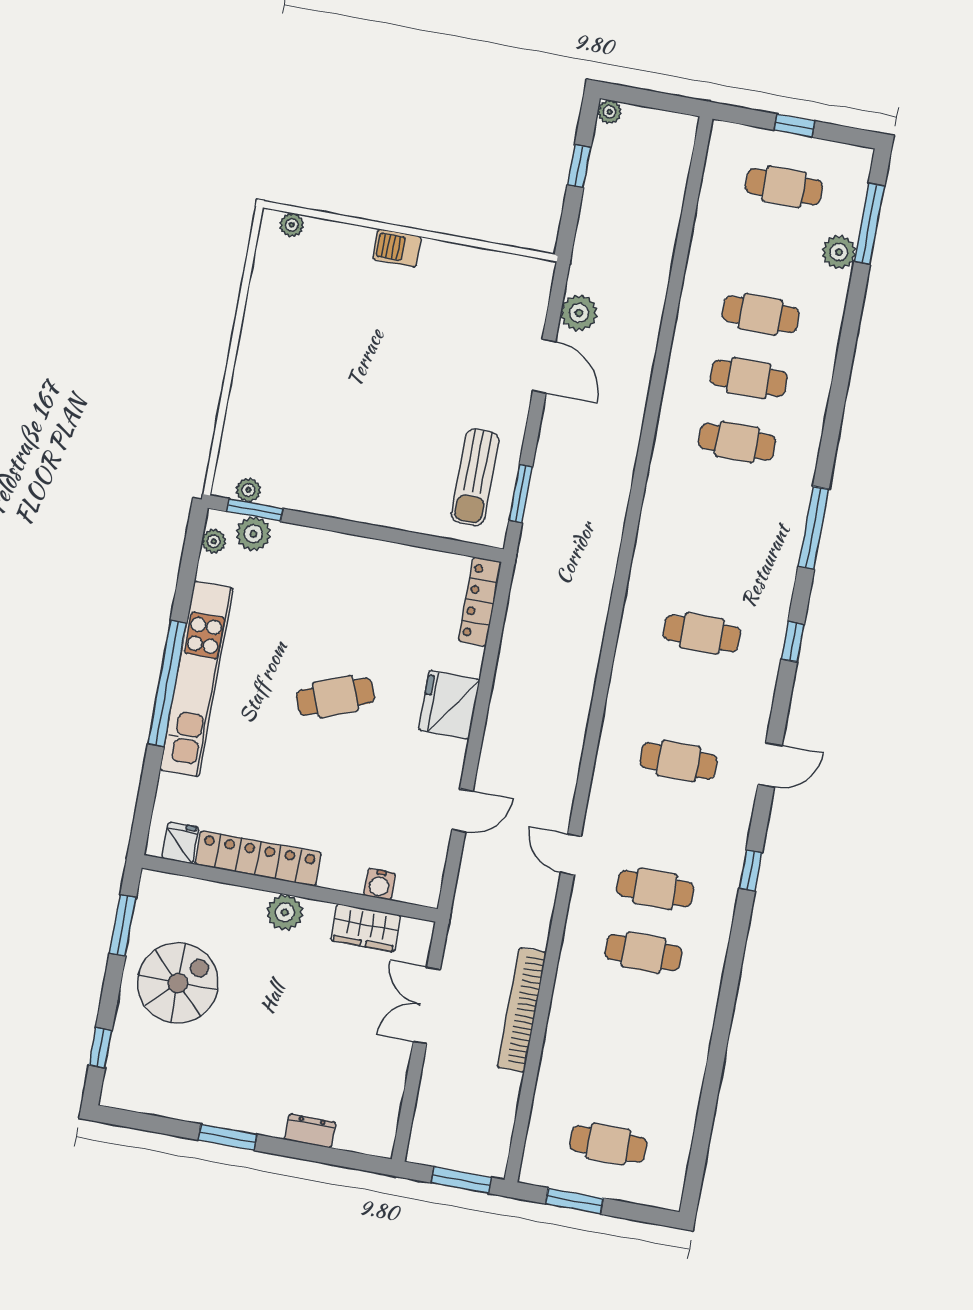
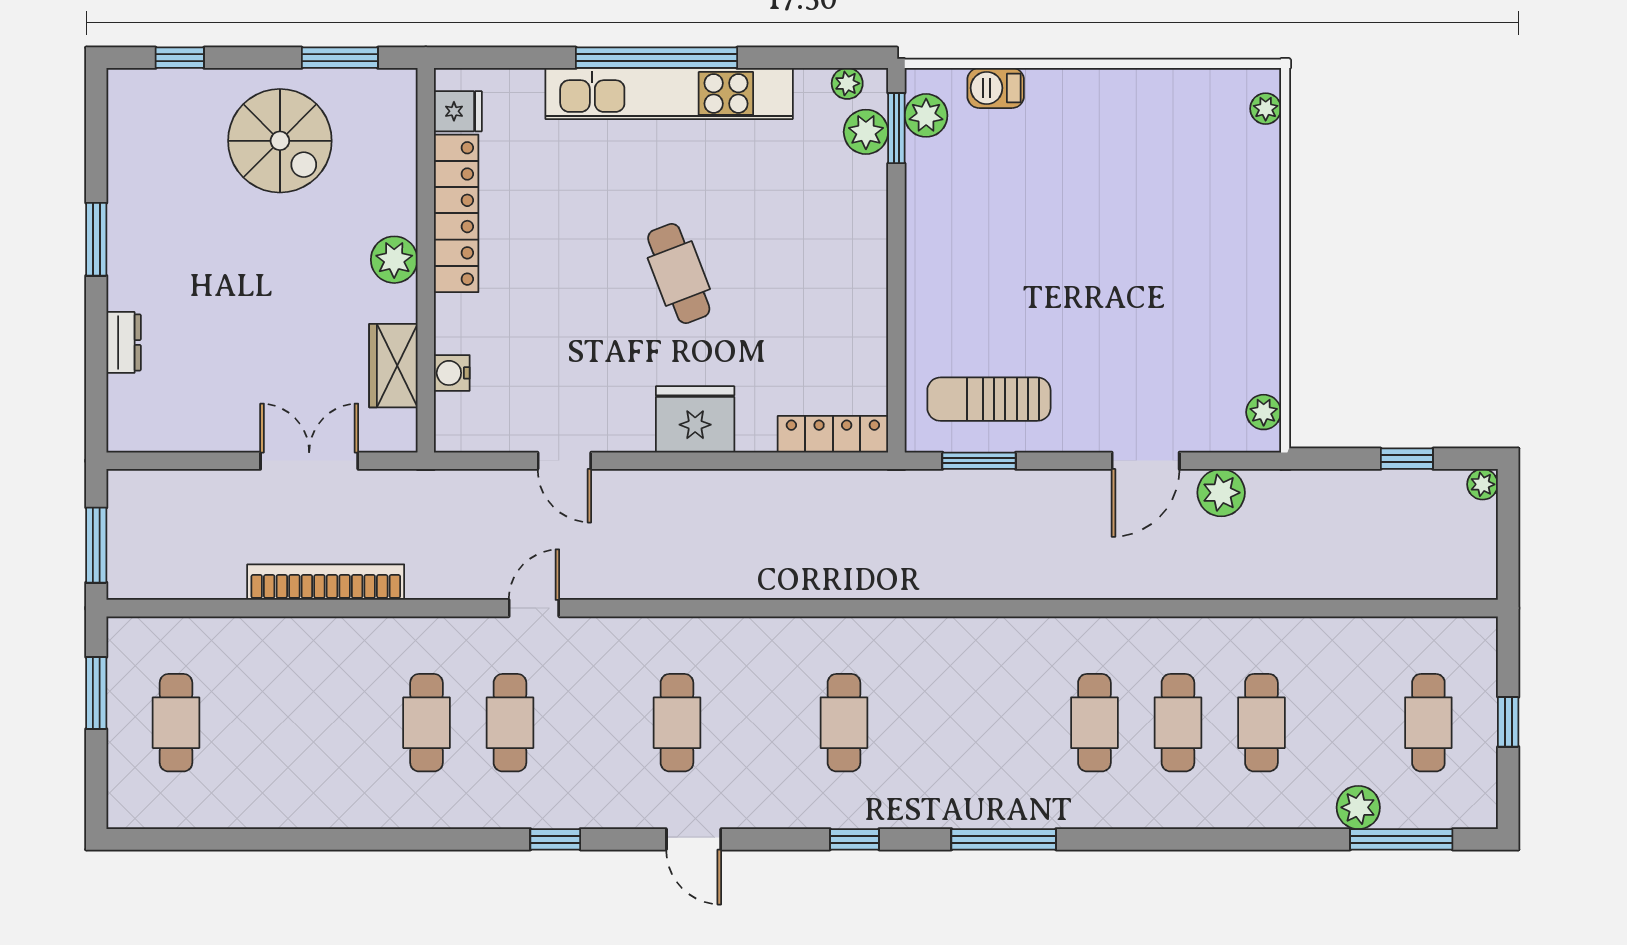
barbecue: (397, 248) -> (996, 88), moved, turned -90
plant: (523, 269) -> (1264, 412), added
plant: (248, 490) -> (926, 115), width x1.38, depth x1.38

